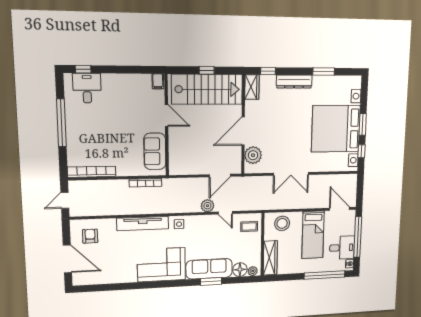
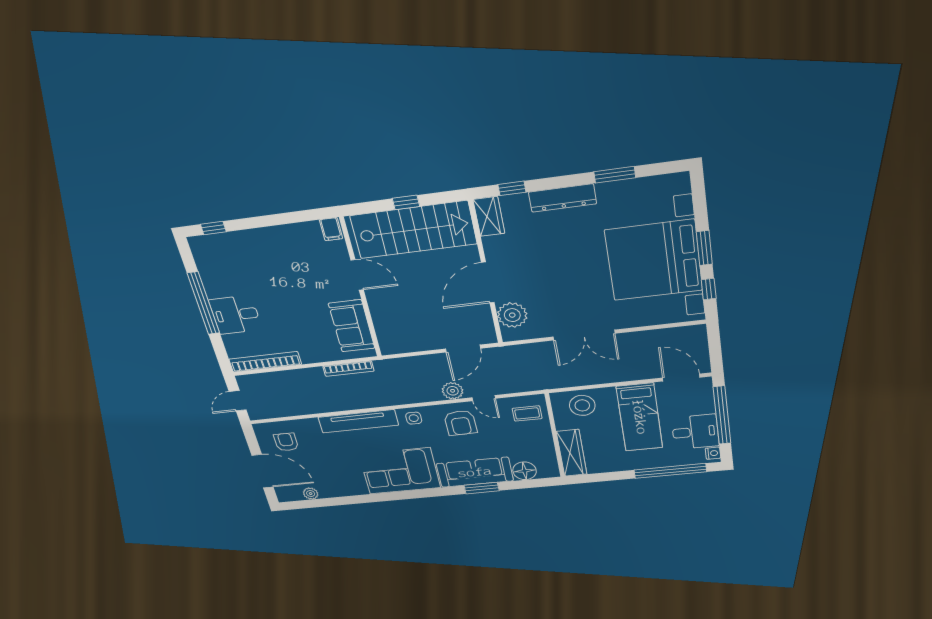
desk: (87, 88) -> (235, 315), moved, turned -90
armchair: (208, 230) -> (460, 423), added
plant: (253, 271) -> (311, 494), moved

